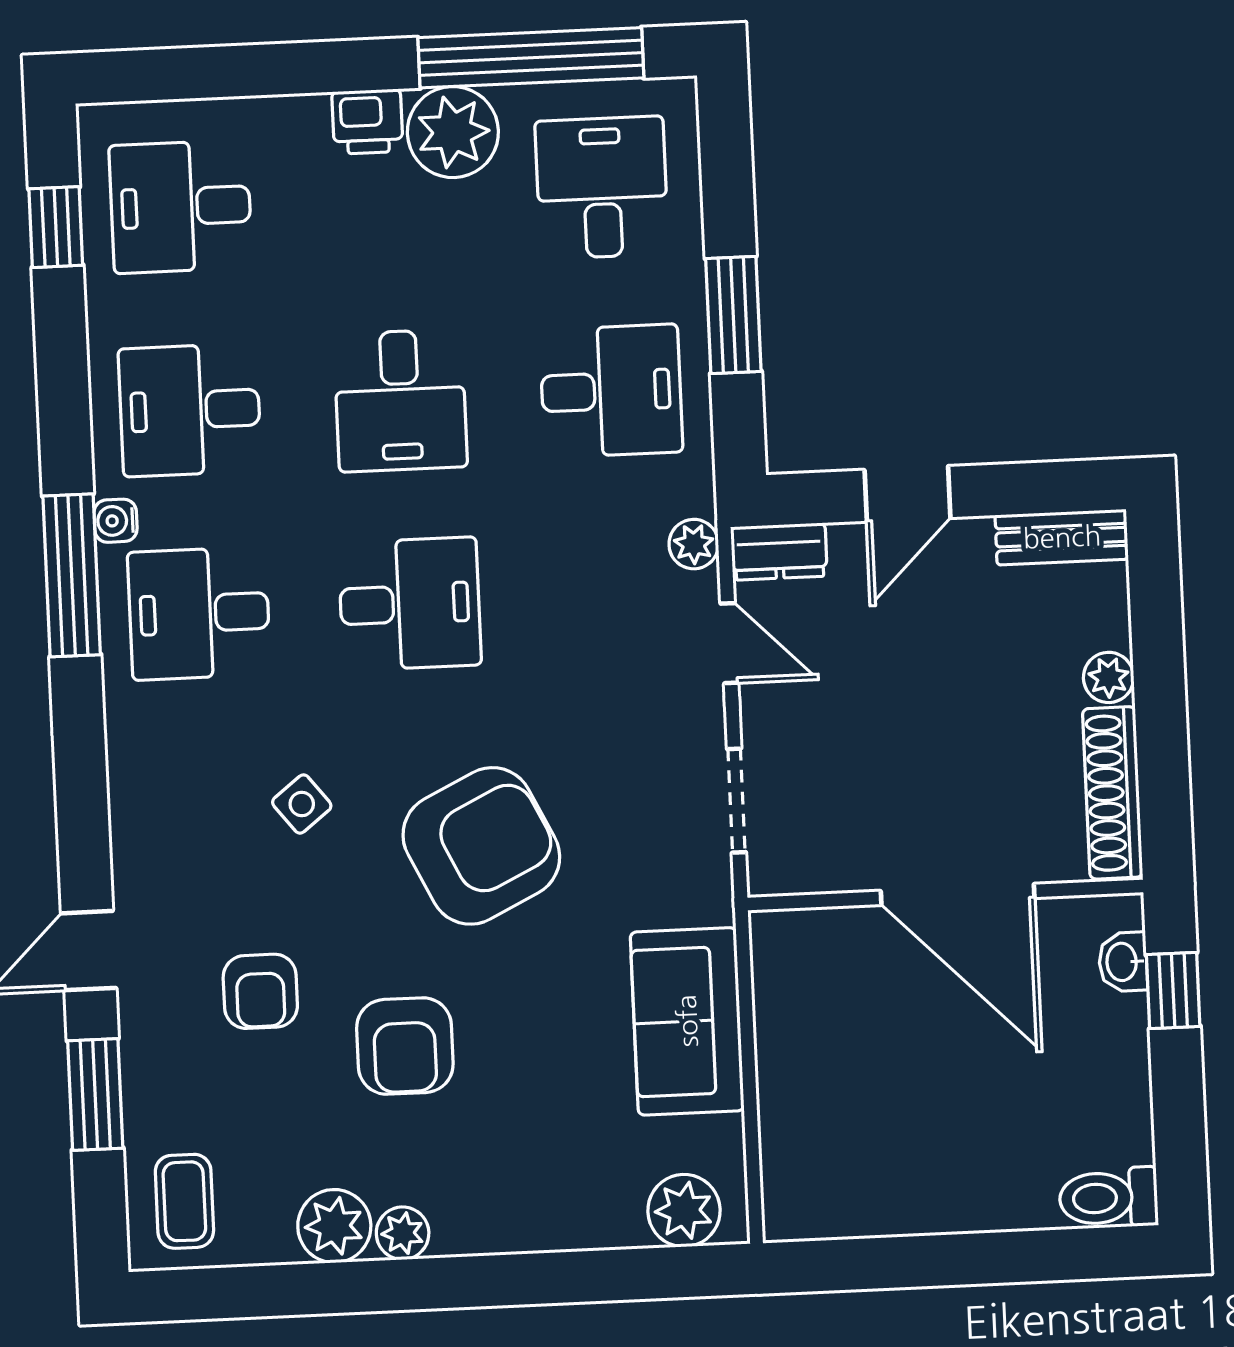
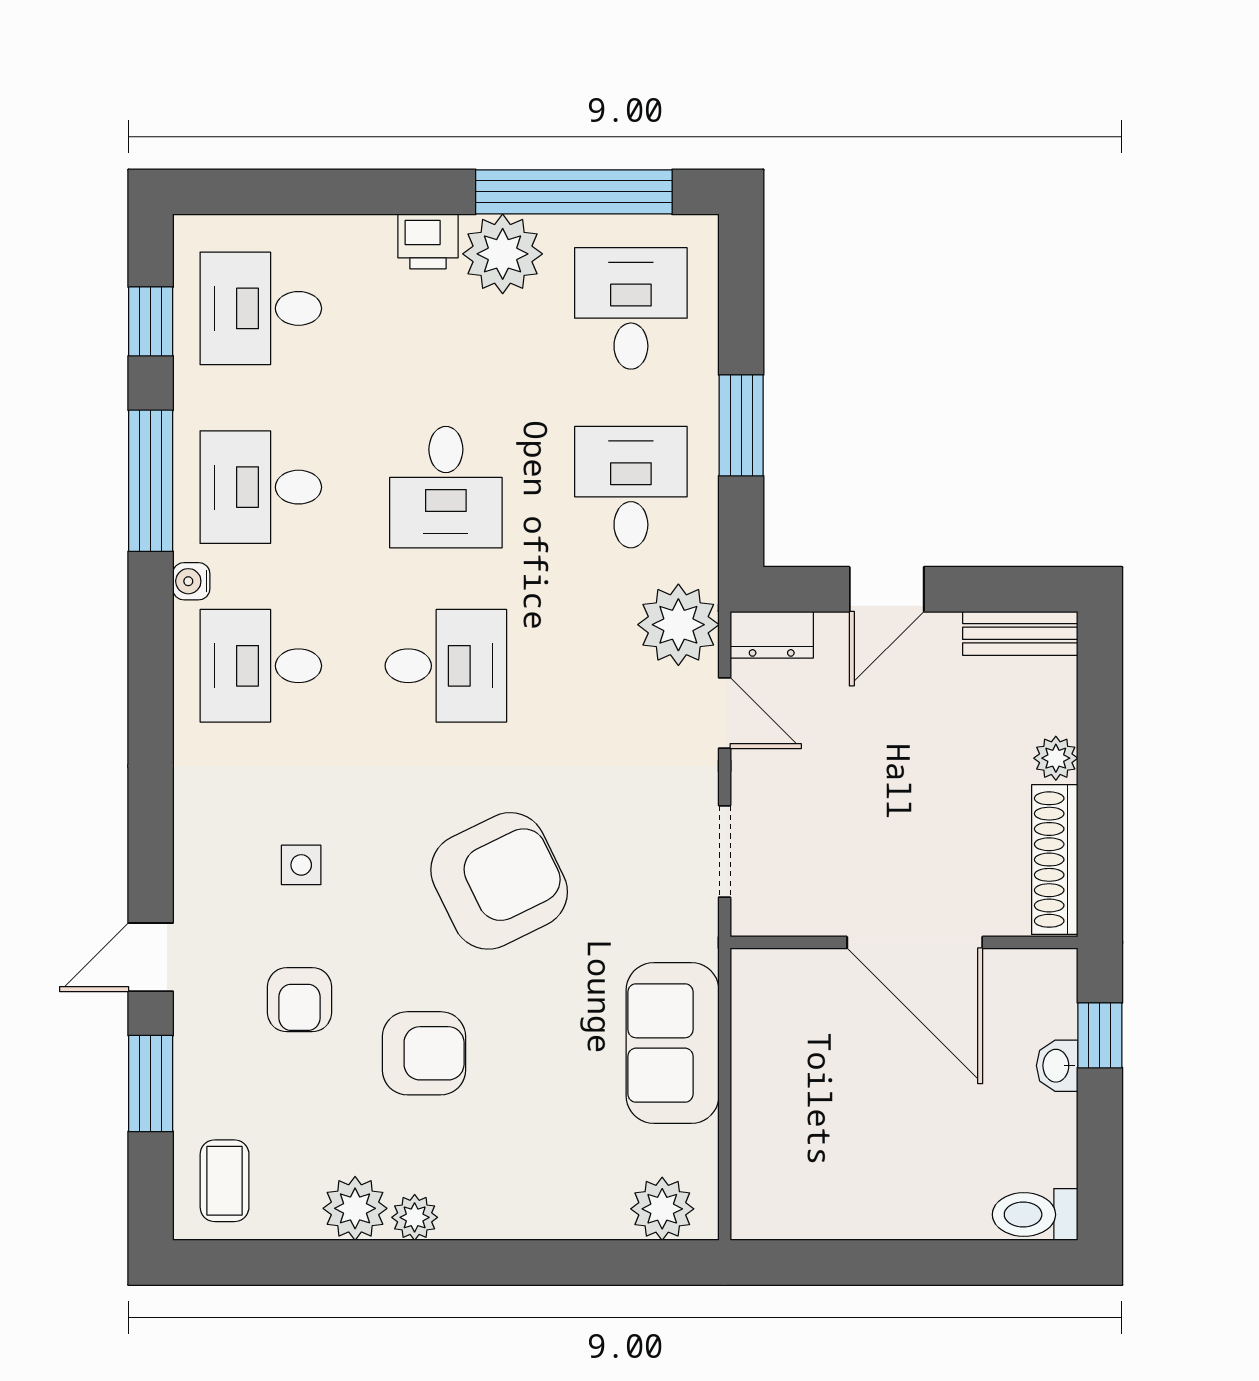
desk: (611, 391) -> (631, 487), turned -90
plant: (694, 544) -> (678, 625), width x1.87, depth x1.87
window: (72, 575) -> (151, 481), moved
side table: (302, 804) -> (301, 865), moved, turned 38
washbasin: (1123, 962) -> (1057, 1066), moved
armchair: (405, 1046) -> (424, 1053), turned -90

